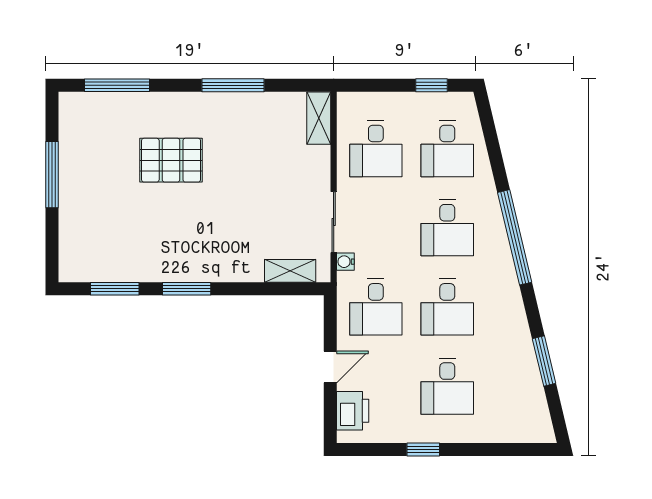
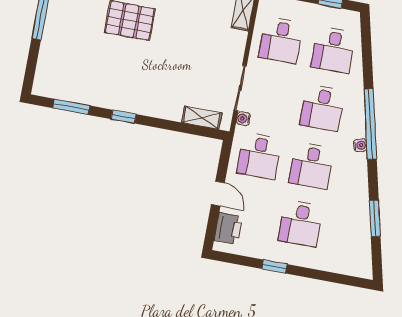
water cooler: (507, 268) -> (360, 145), added
window: (187, 289) -> (124, 117), width x0.67
door: (330, 367) -> (218, 194), hinge flipped

